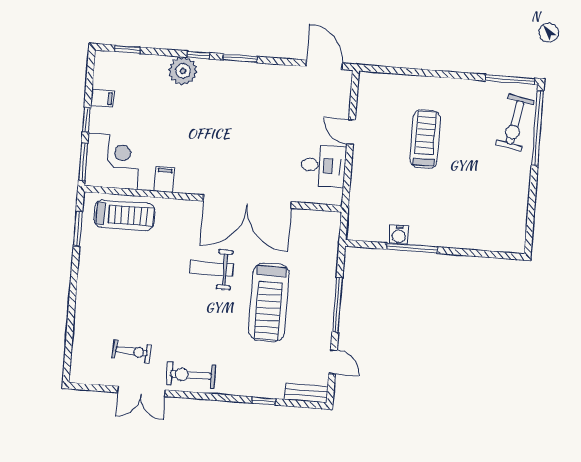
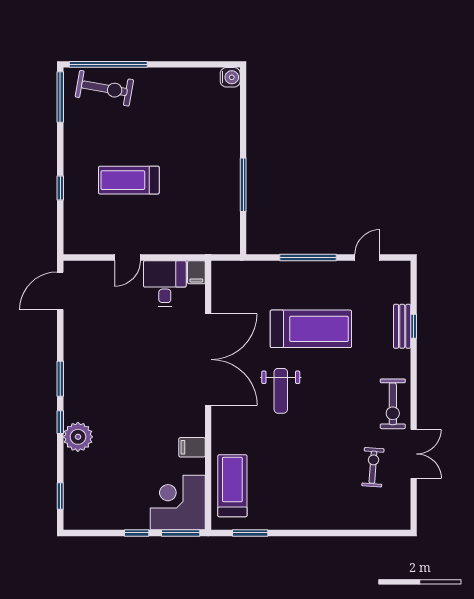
window: (423, 73) -> (60, 188), added
filing cabinet: (102, 98) -> (196, 272), moved, turned 180
water cooler: (399, 235) -> (230, 77), moved
bench: (306, 393) -> (402, 326), moved

